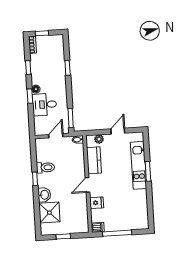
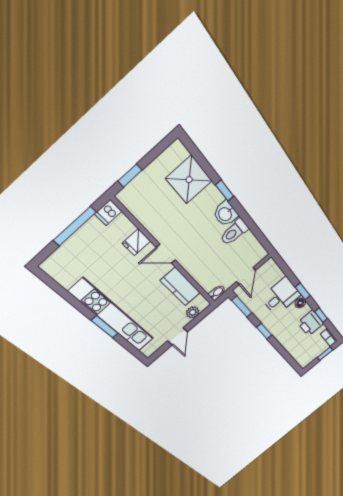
printer: (38, 68) -> (311, 323), added
window: (68, 68) -> (264, 331), moved
kitchen unit: (139, 165) -> (113, 316), width x1.36
window: (35, 179) -> (225, 191), moved
door: (87, 185) -> (166, 254), swing flipped
washbasin: (44, 195) -> (225, 214), moved
window: (63, 236) -> (130, 176), moved

